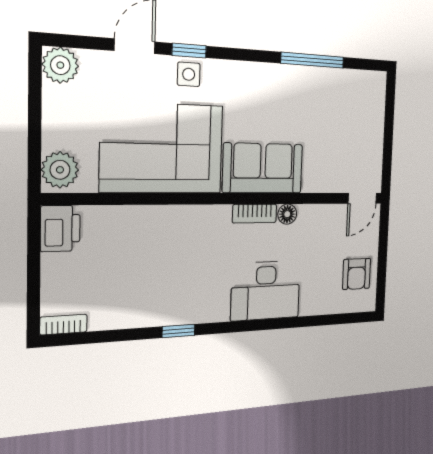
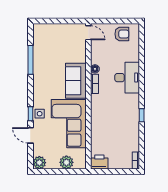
plant: (60, 170) -> (66, 162), moved

